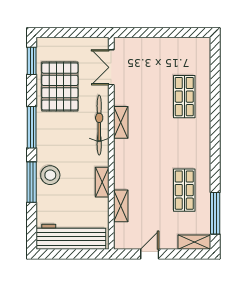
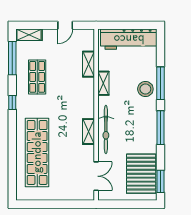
pallet: (60, 87) -> (141, 174), moved
shop shelf: (184, 97) -> (37, 152), width x2.00, depth x1.36
window: (215, 158) -> (12, 103), added

